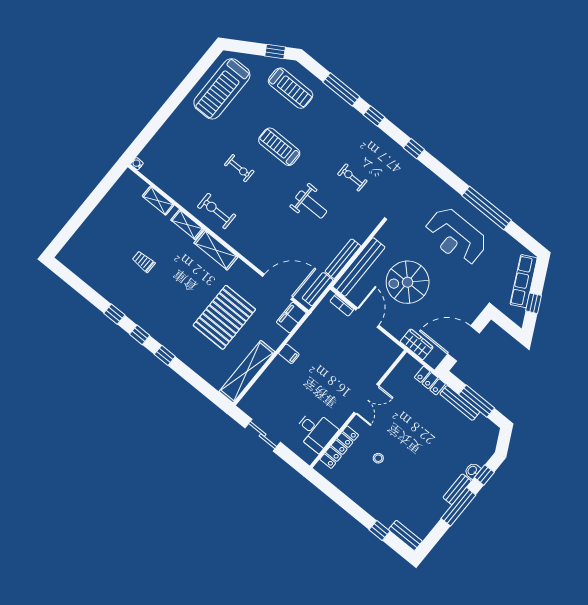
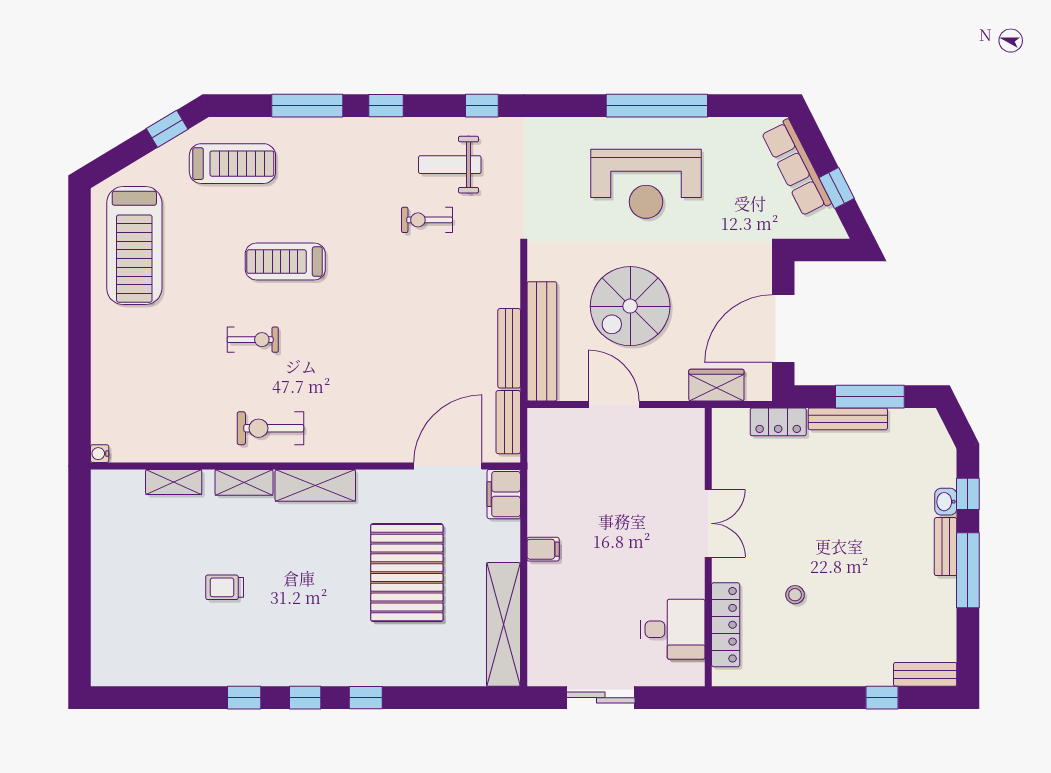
weight bench: (311, 204) -> (450, 165), moved, turned 180
bookcase: (342, 305) -> (562, 417), removed

